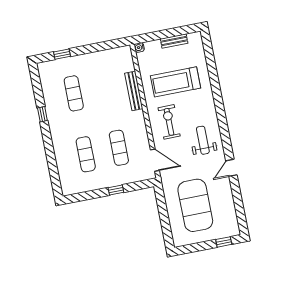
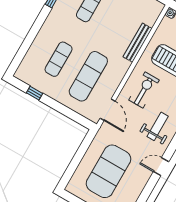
exercise mat: (119, 148) -> (88, 76), width x1.36, depth x1.45
window: (116, 190) -> (34, 93), moved

